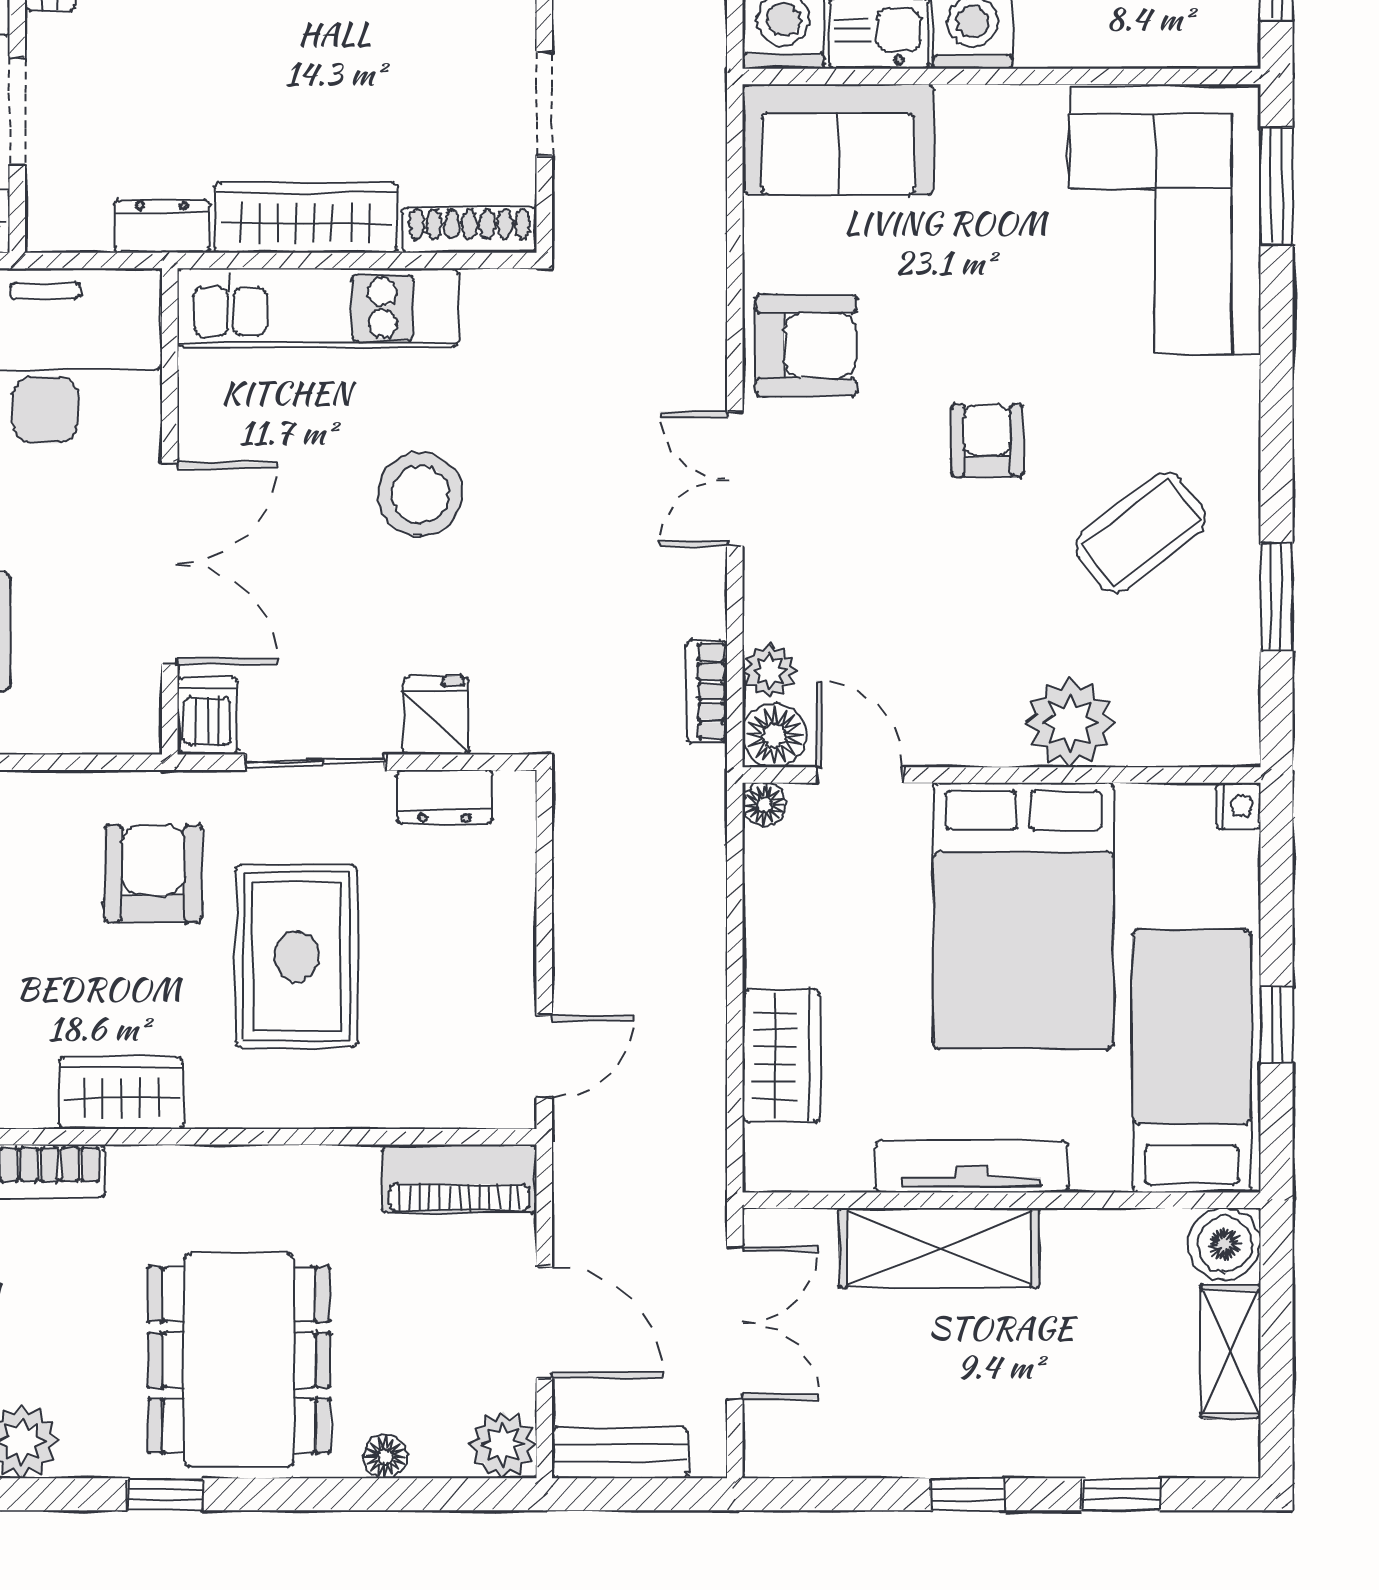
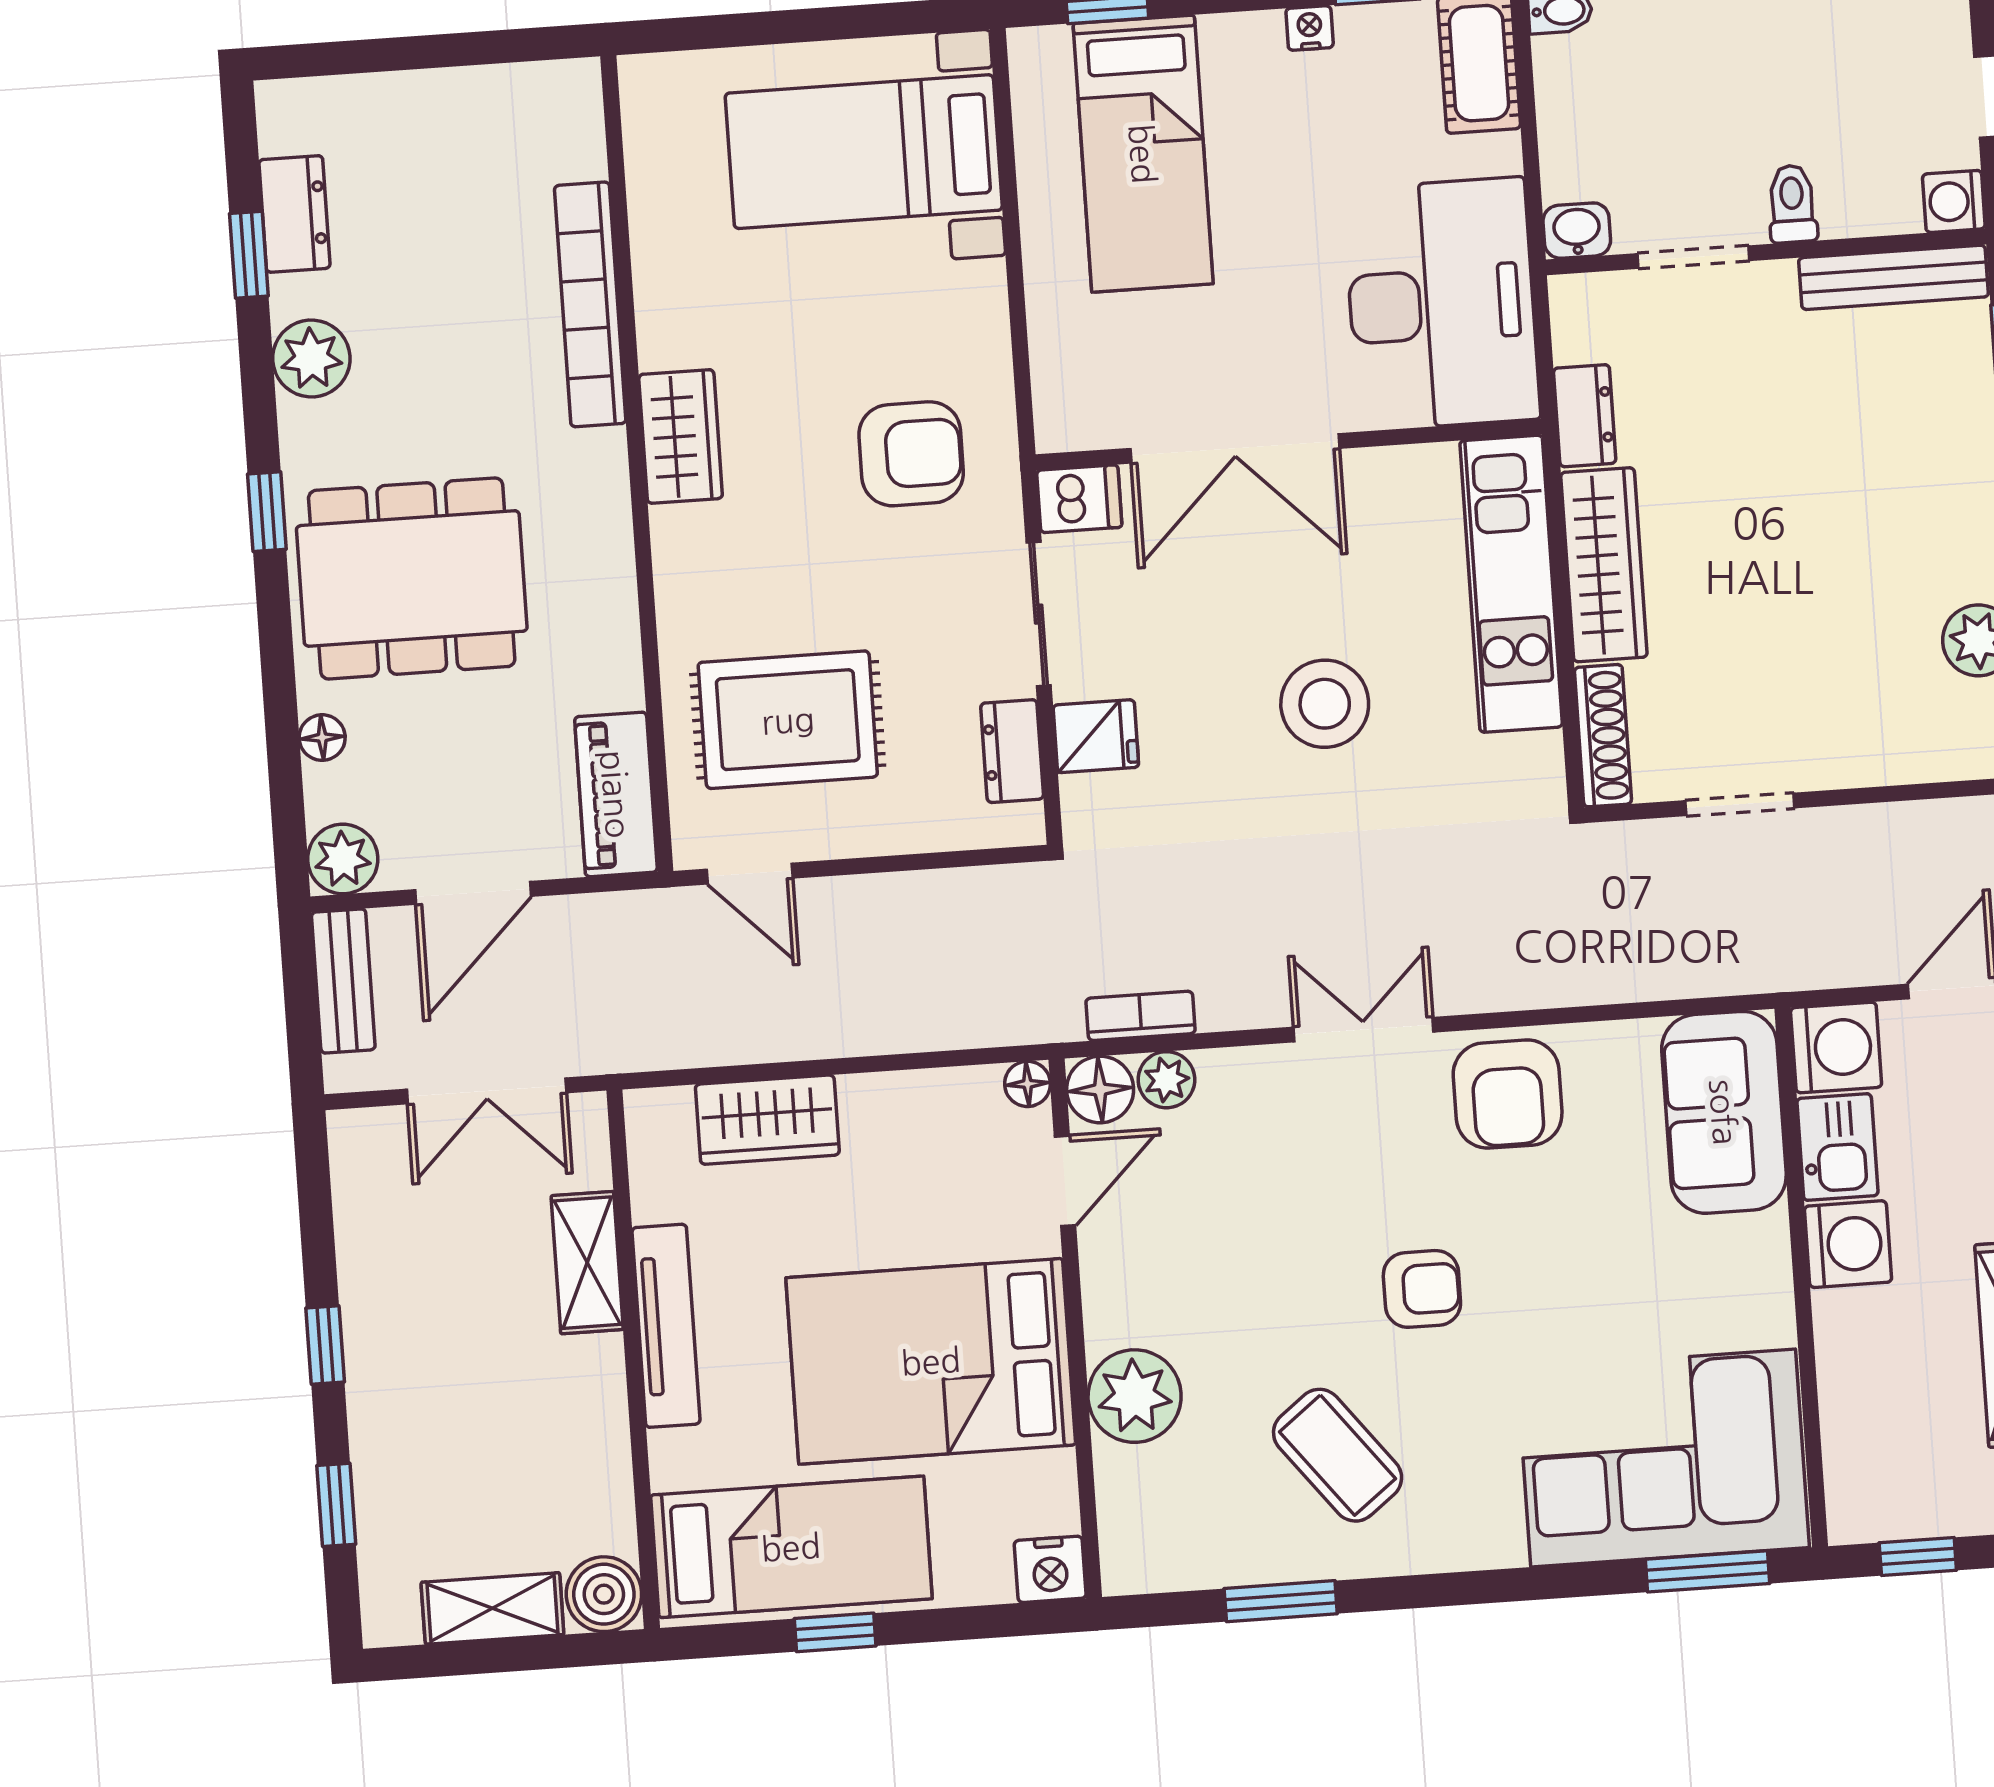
nightstand: (1238, 806) -> (1050, 1569), width x1.39, depth x1.35
rug: (297, 956) -> (788, 720), moved
shelving: (939, 1248) -> (587, 1263), width x0.67, depth x0.75

